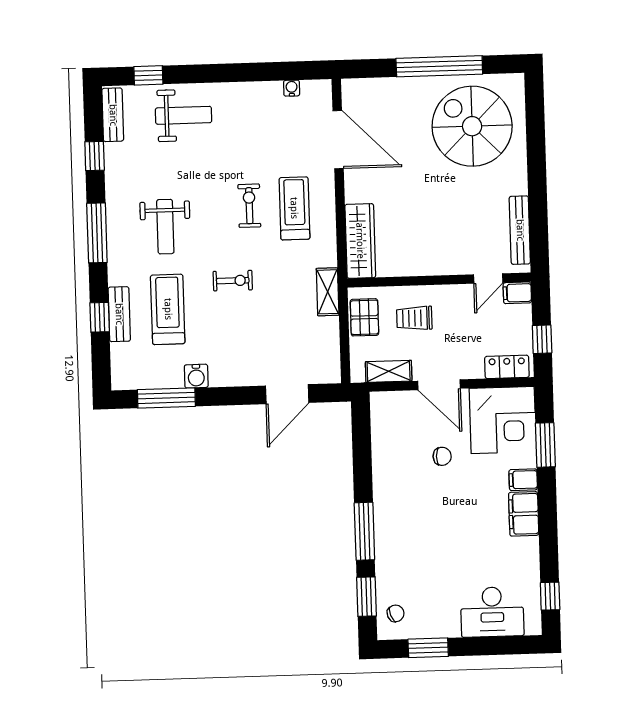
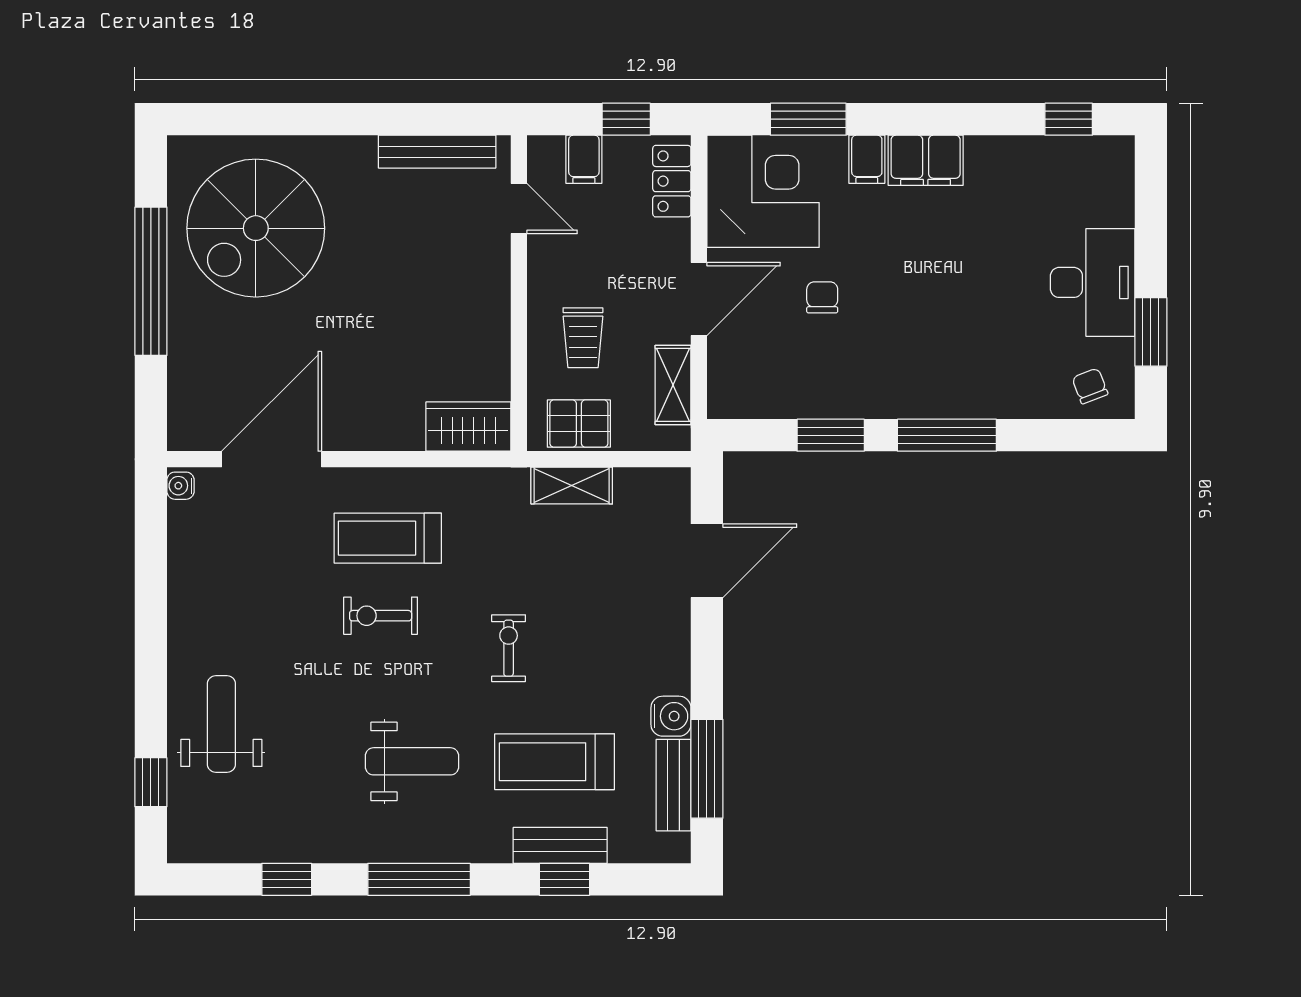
water cooler: (292, 88) -> (180, 486), moved
bench: (113, 115) -> (673, 785), moved, turned 90
wardrobe: (360, 241) -> (468, 427), width x0.67
shelving: (328, 292) -> (572, 486), moved
filing cabinet: (517, 293) -> (584, 159), moved
door: (287, 394) -> (707, 561), hinge flipped
window: (366, 597) -> (831, 435), moved
desk: (492, 612) -> (1093, 282), moved

